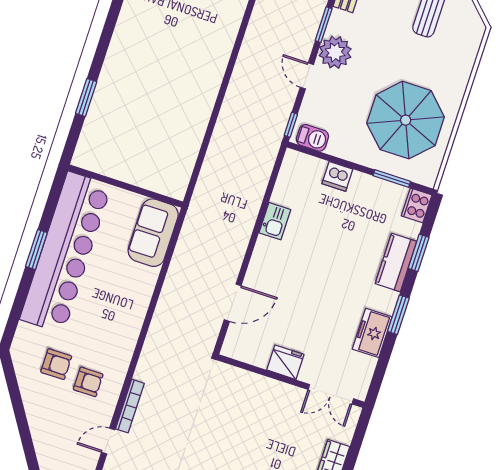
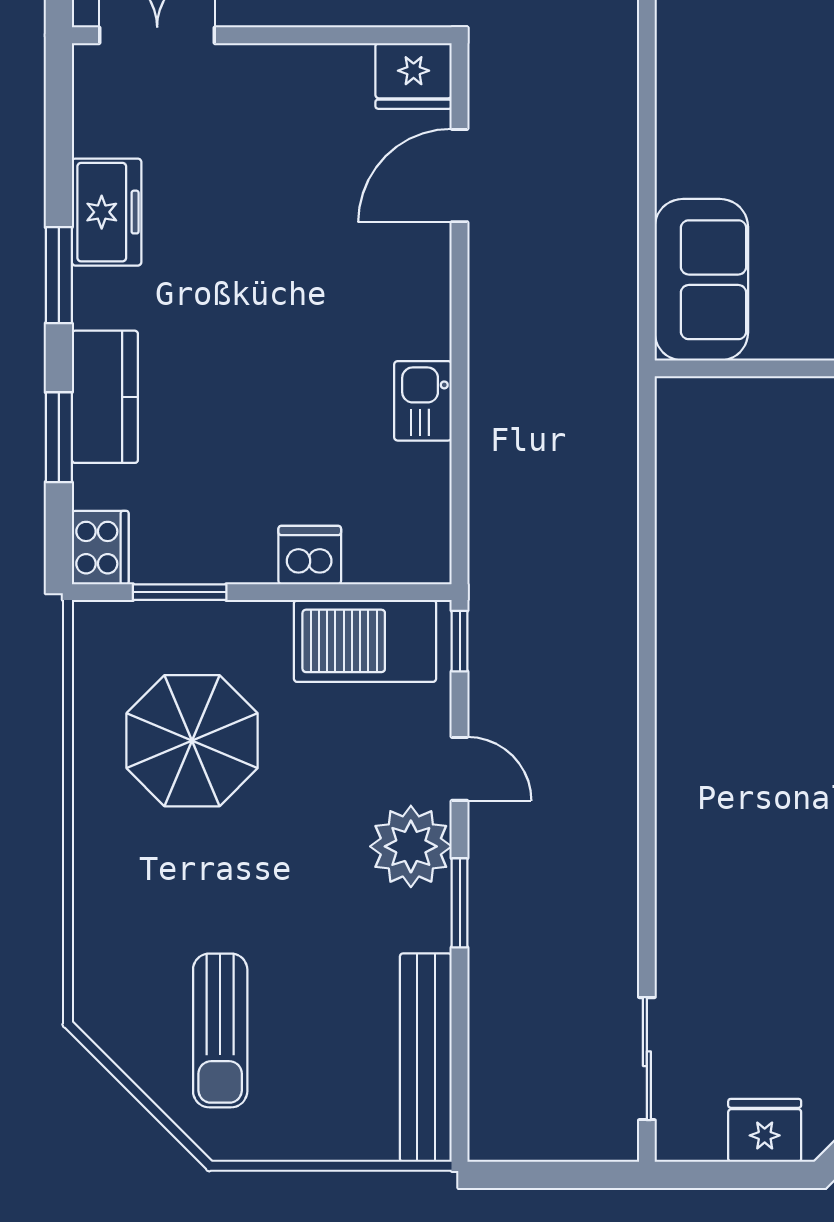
parasol: (406, 120) -> (192, 741), width x0.73, depth x0.73
barbecue: (312, 138) -> (365, 641), width x1.88, depth x1.53
fridge: (285, 362) -> (414, 76), moved

